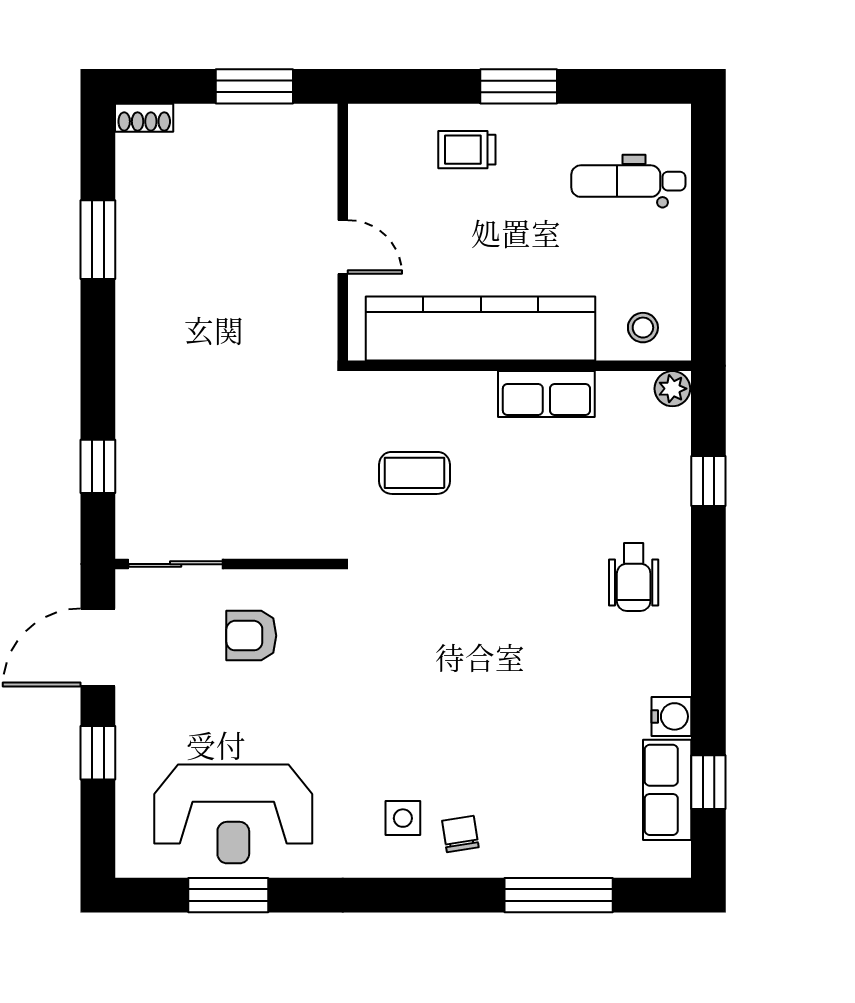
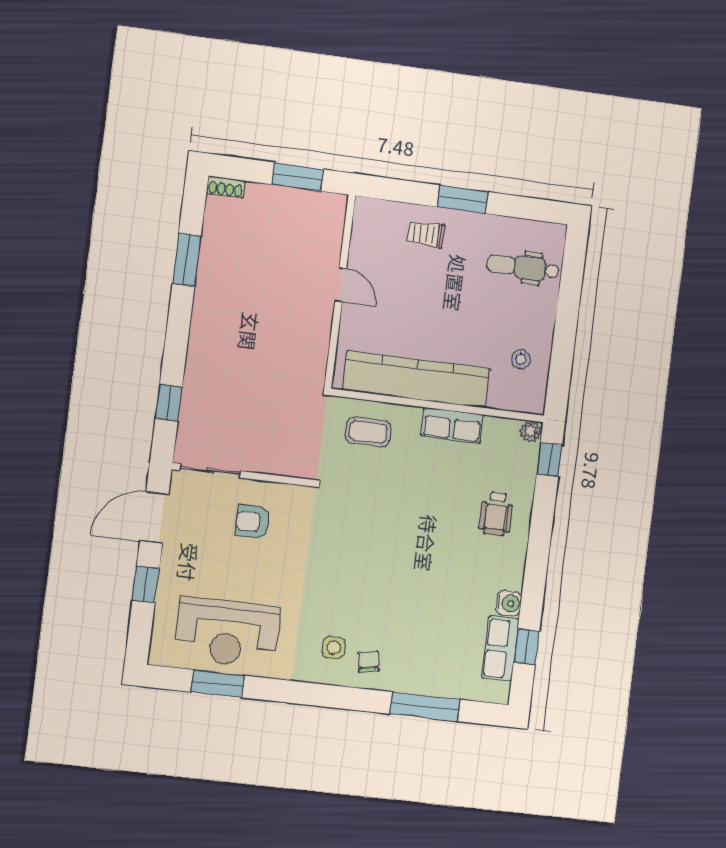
kitchen counter: (481, 328) -> (416, 379), moved
wall: (519, 366) -> (438, 405), moved
plant: (672, 389) -> (530, 432), moved
row of seats: (546, 394) -> (452, 425), moved

